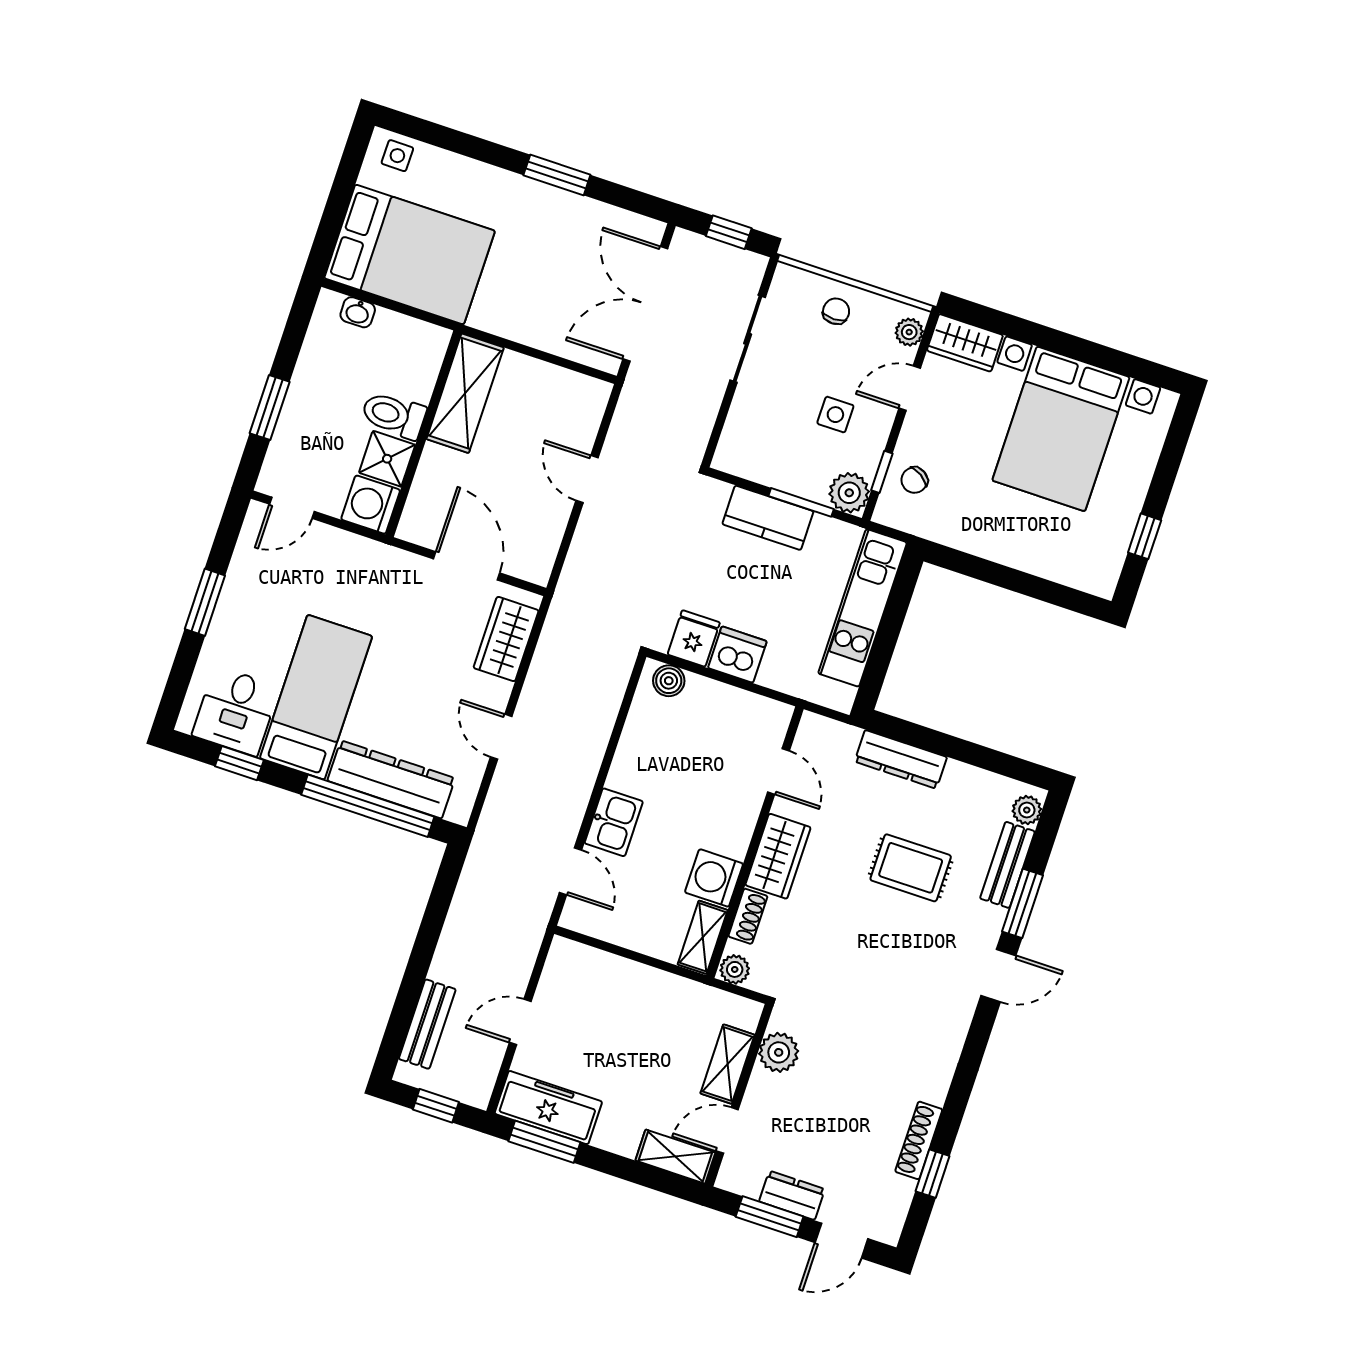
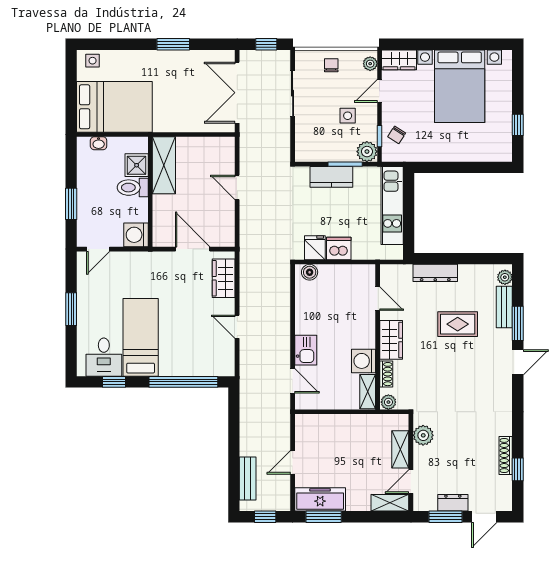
shower: (387, 459) -> (137, 165), moved
dresser: (391, 779) -> (191, 365), removed

